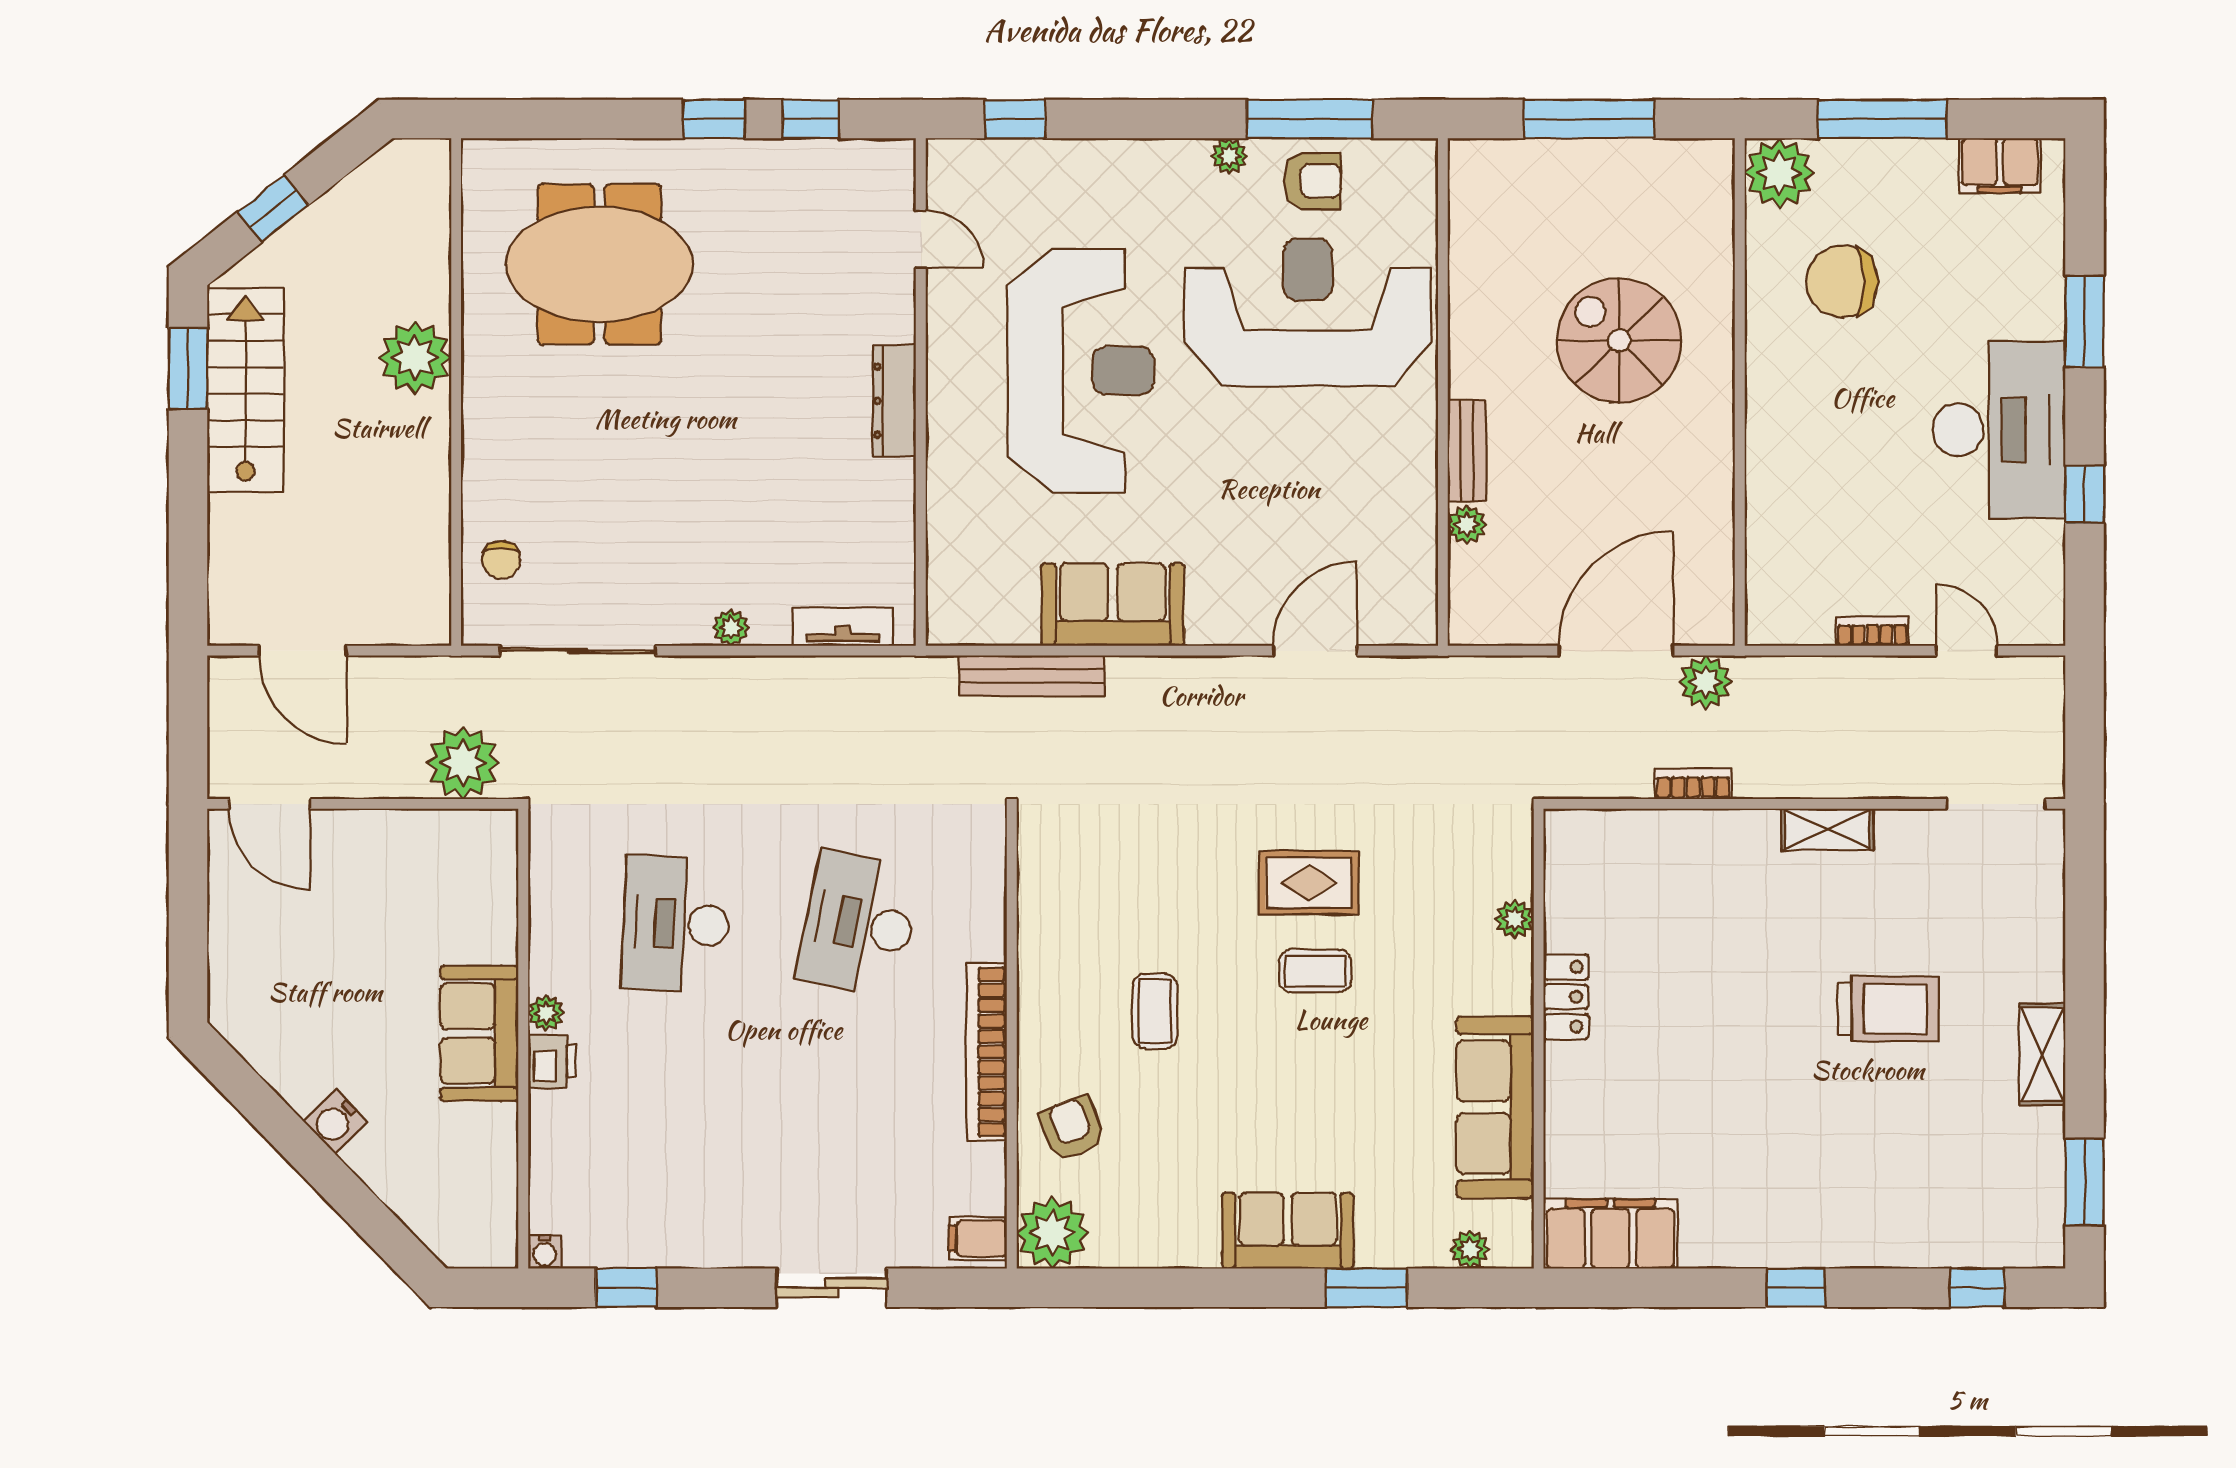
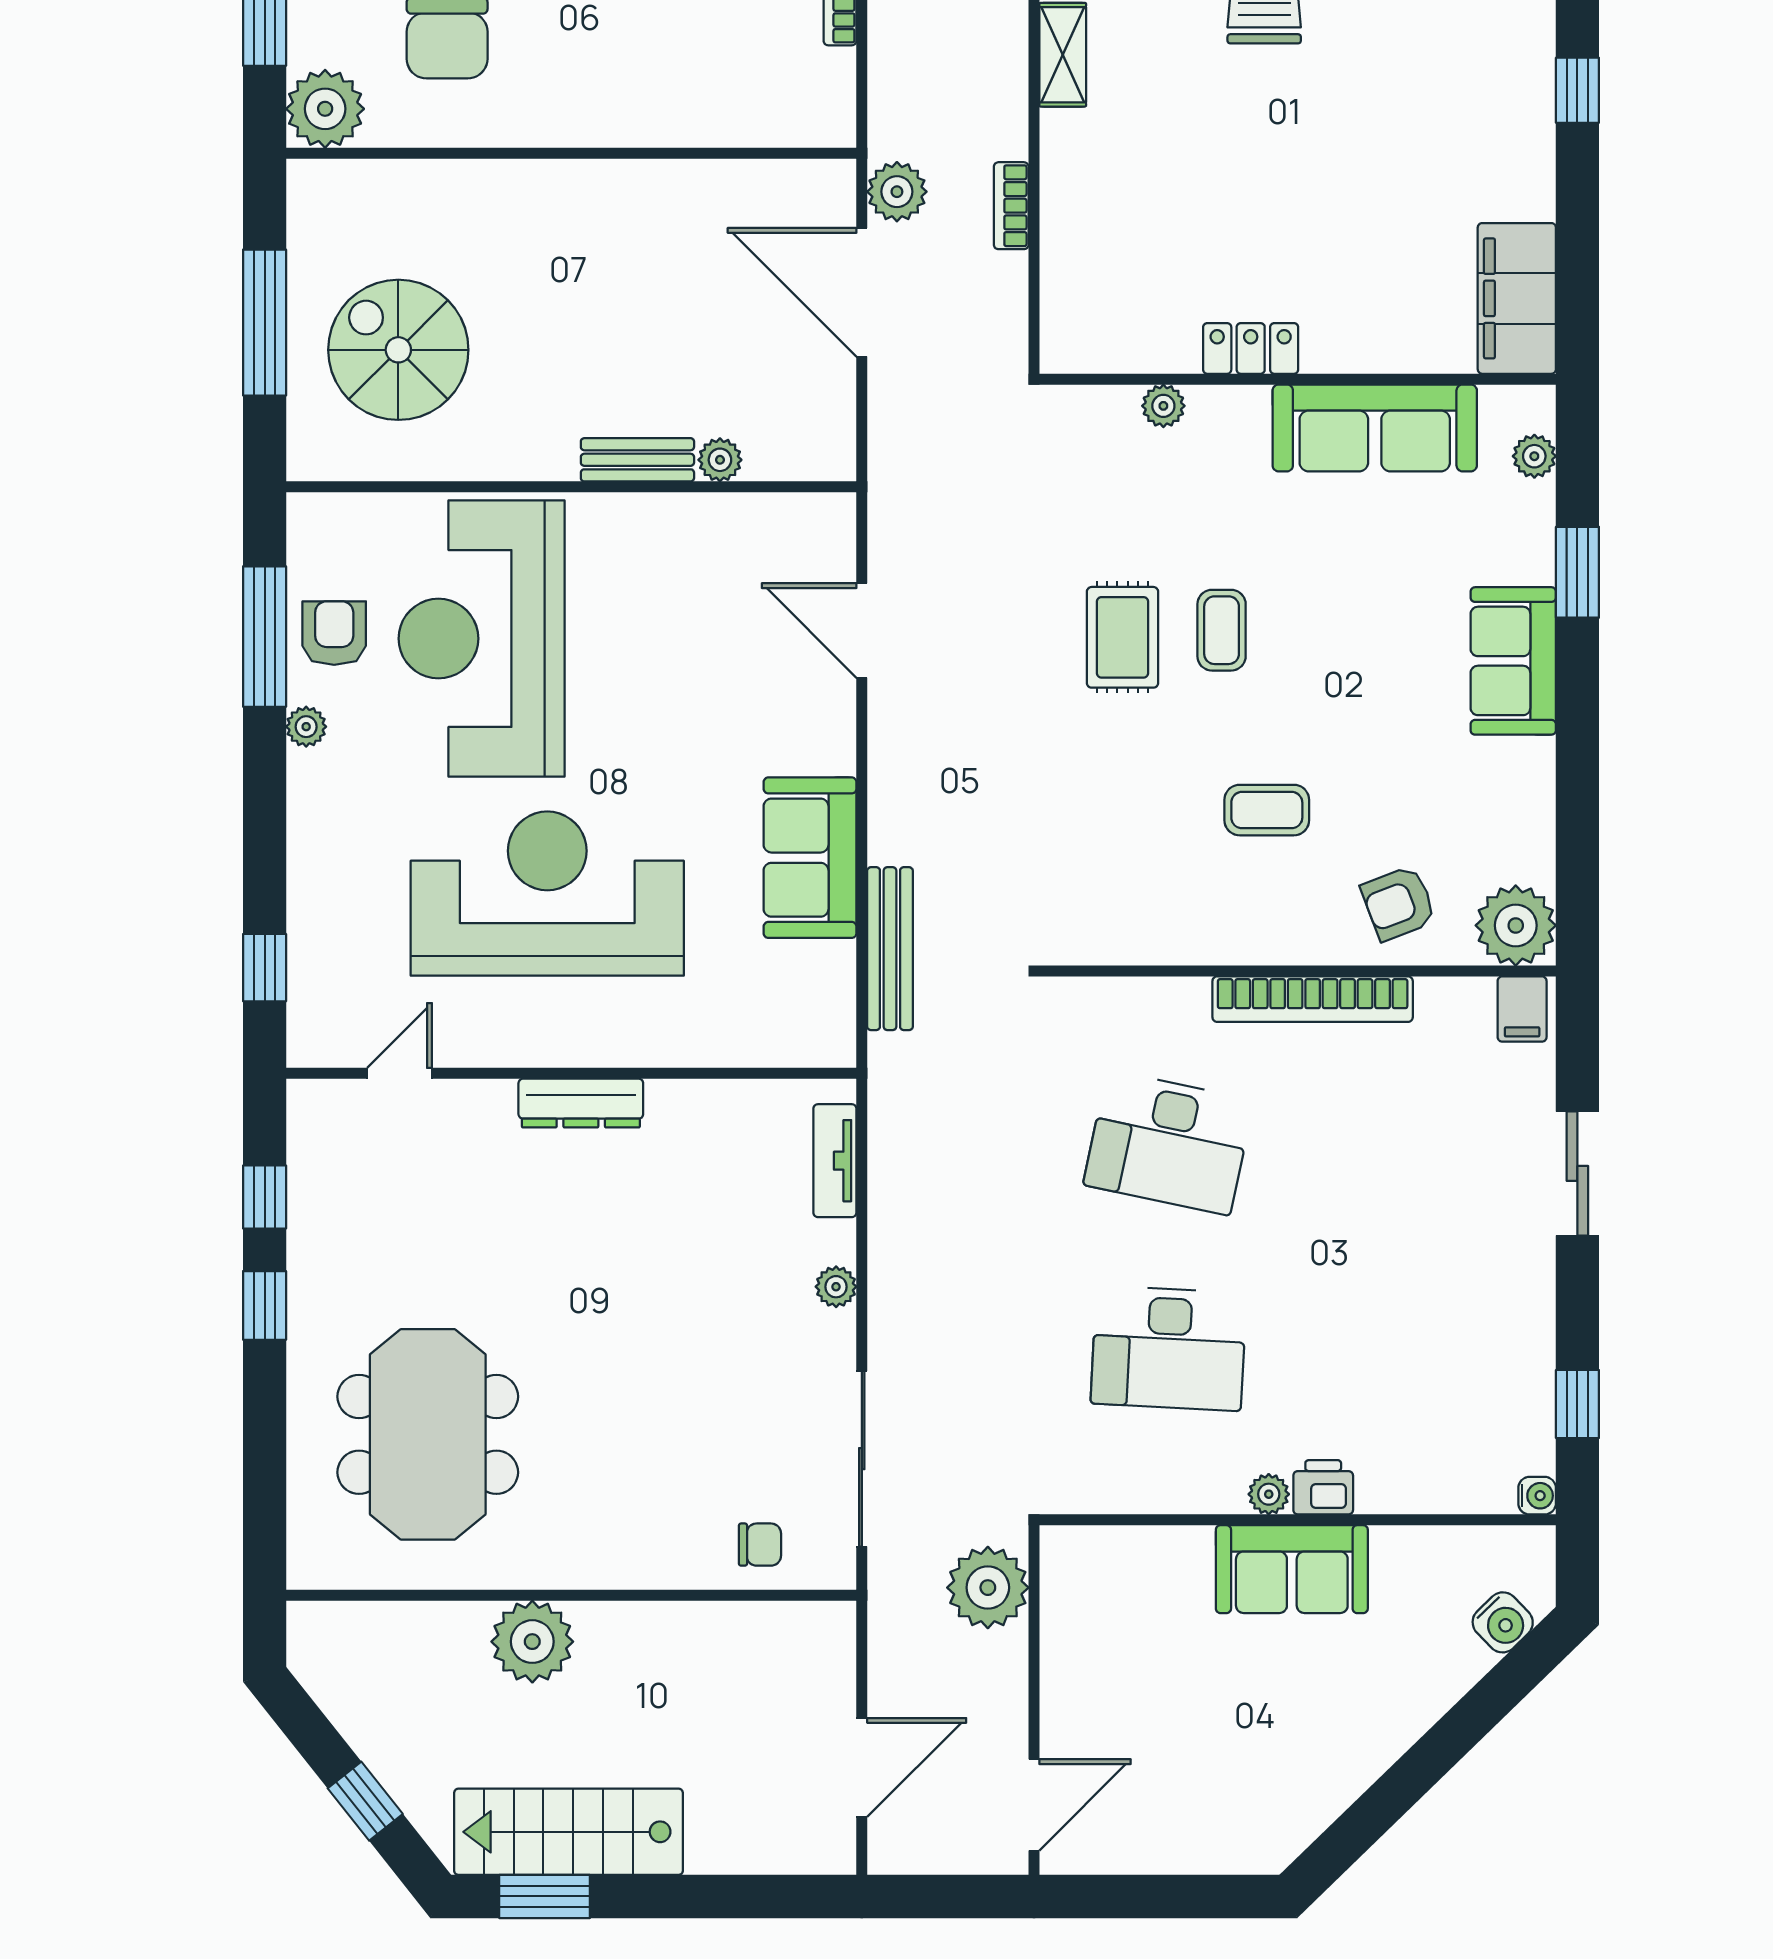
spiral stairs: (1619, 341) -> (398, 350), moved, turned 90
water cooler: (335, 1122) -> (1503, 1622), moved

